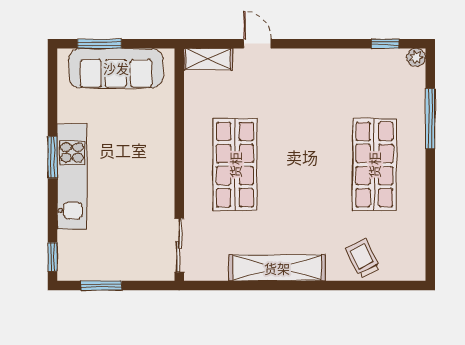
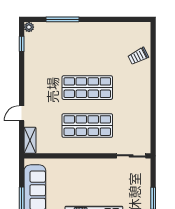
shop shelf: (374, 165) -> (87, 88), moved
shelving: (277, 268) -> (143, 103), removed

